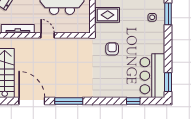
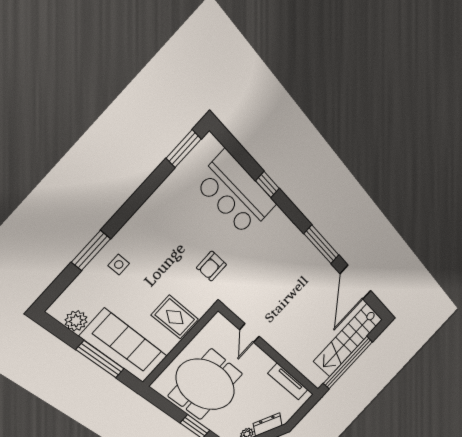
door: (47, 35) -> (249, 333), moved
bar counter: (152, 76) -> (236, 194), moved, turned 90
window: (133, 101) -> (267, 185), moved

